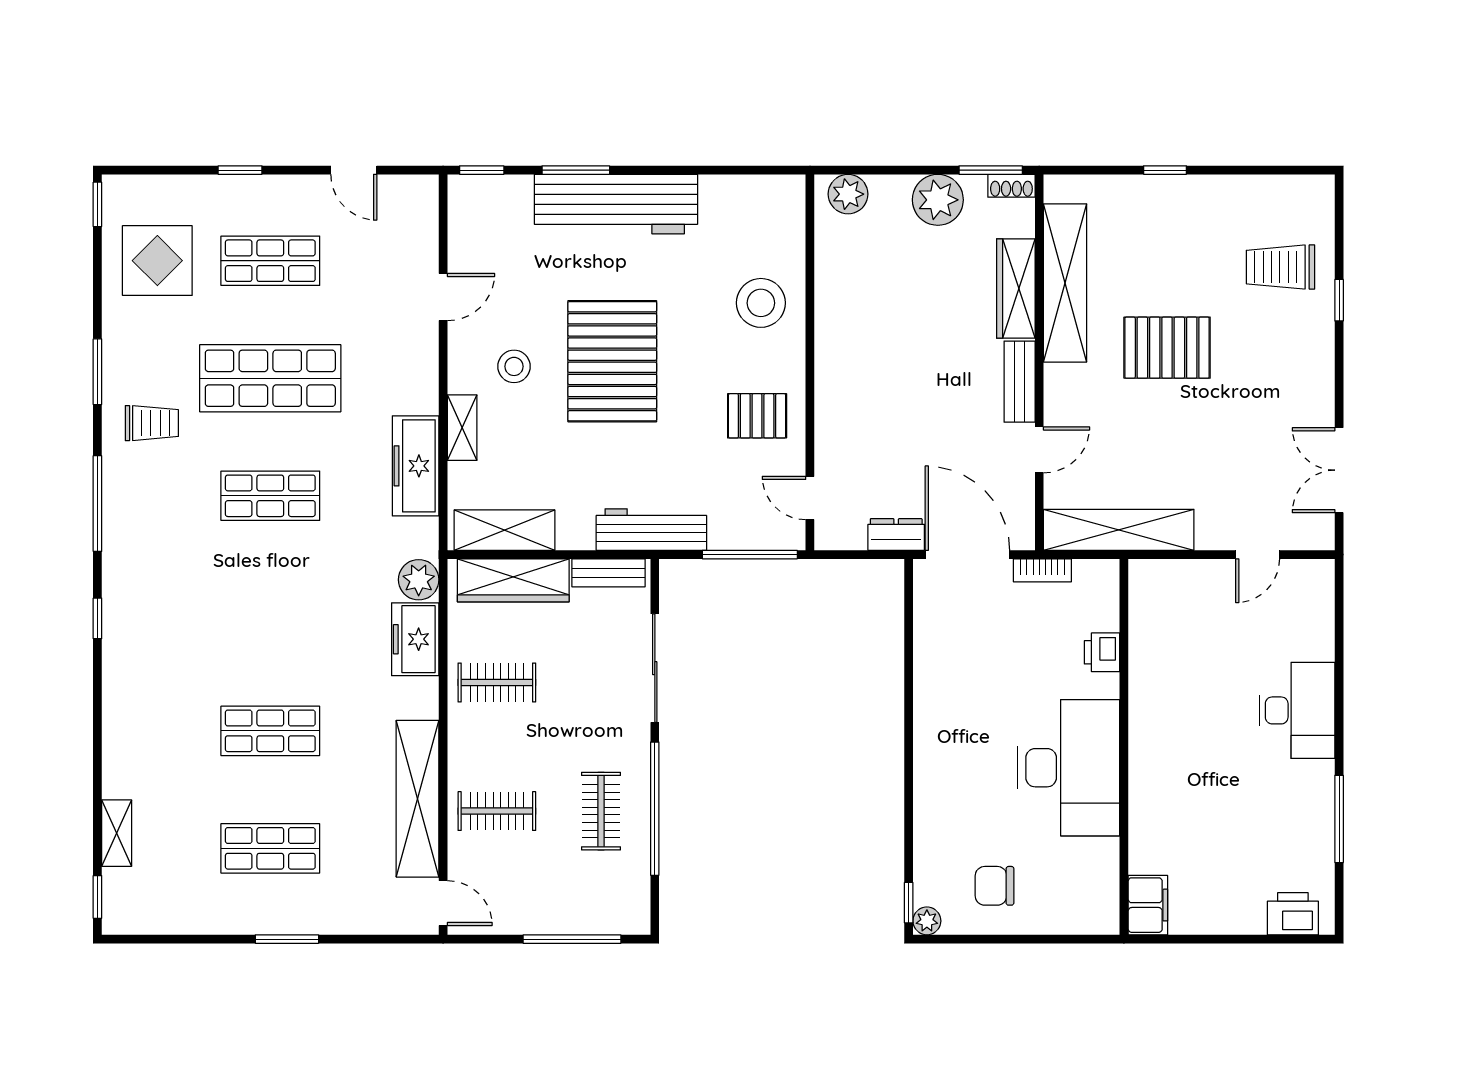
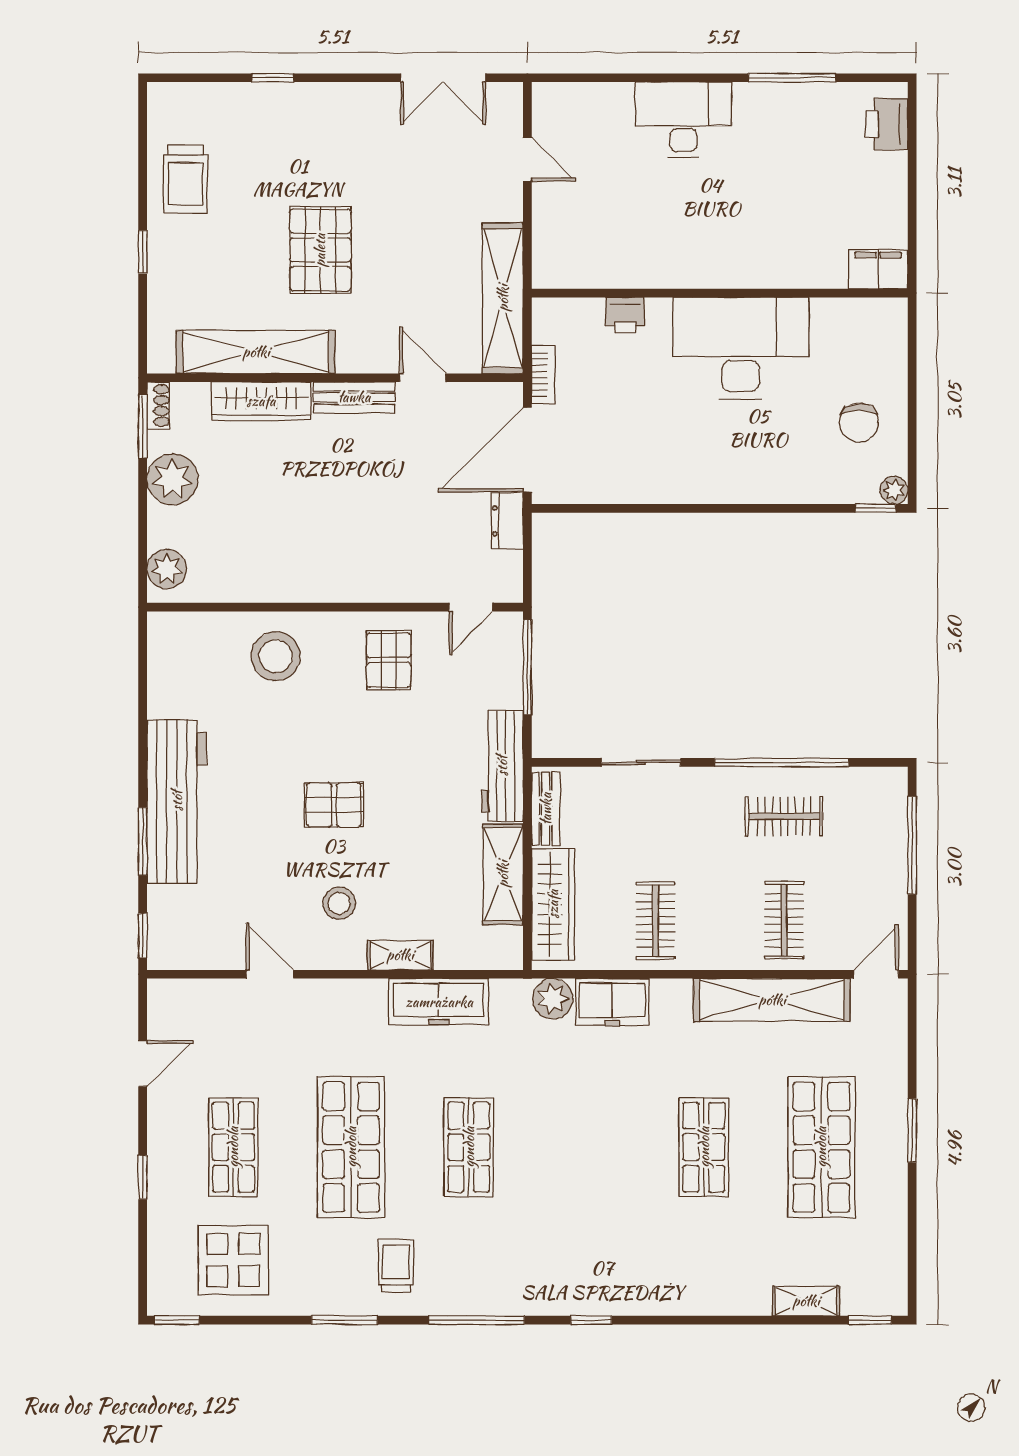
trolley: (1281, 267) -> (186, 179), moved
pallet: (612, 361) -> (334, 805), width x0.49, depth x0.50
shelving: (505, 530) -> (503, 874), moved
sliding door: (655, 668) -> (641, 762), width x0.73
shop shelf: (270, 848) -> (821, 1147), width x1.43, depth x1.36

